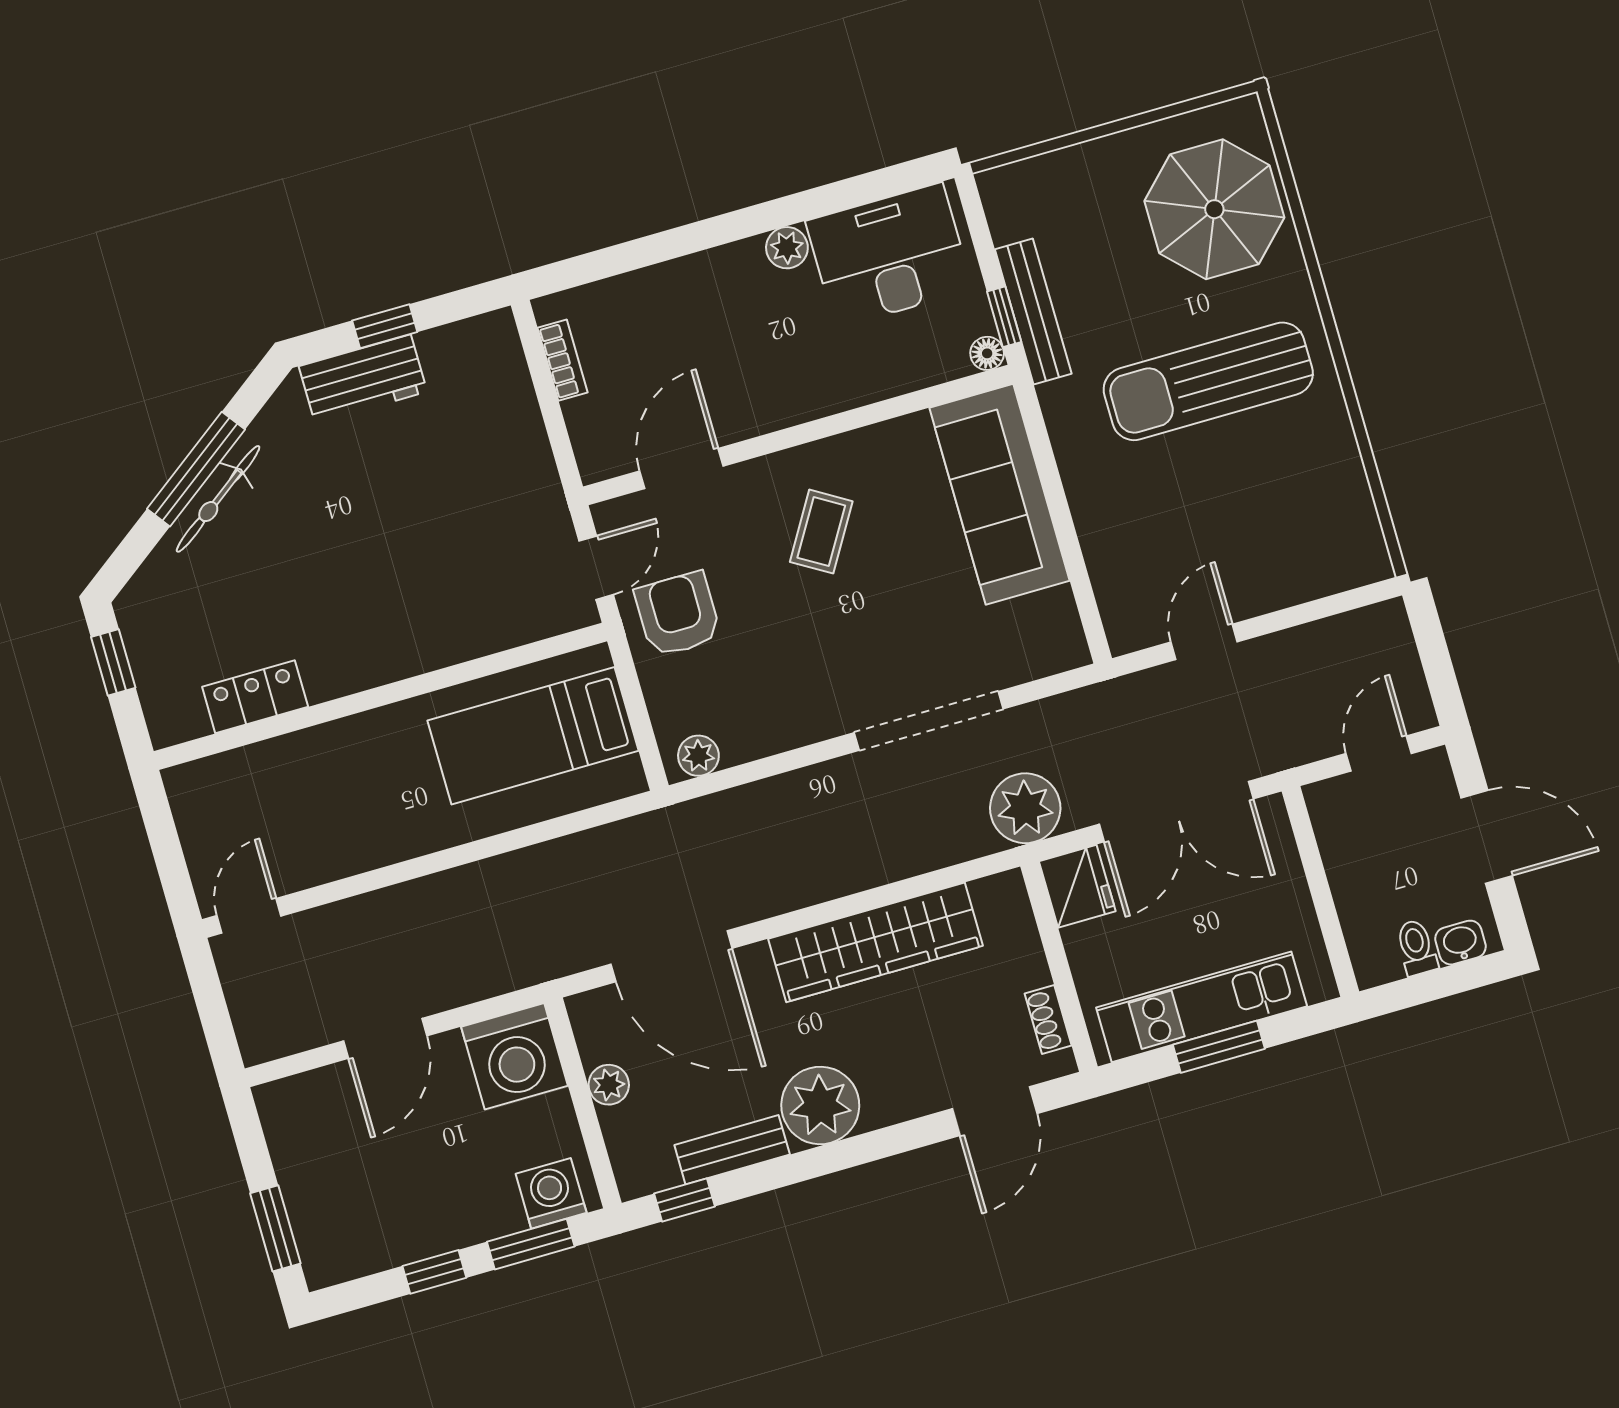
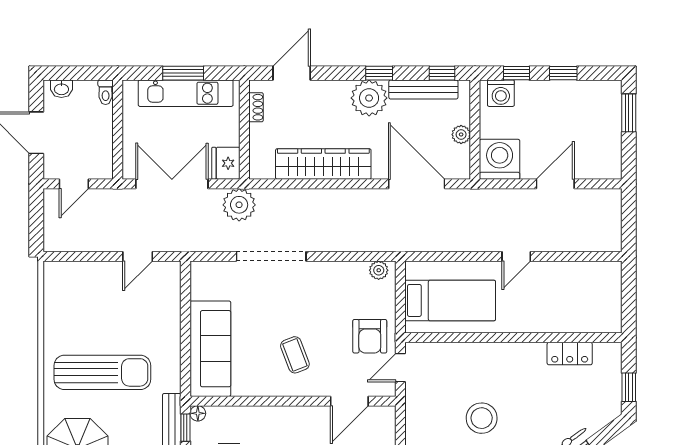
stool: (399, 511) -> (482, 418), added
coffee table: (821, 532) -> (295, 355), turned -52
door: (249, 916) -> (516, 256), moved
toilet: (1416, 947) -> (106, 92), moved
bench: (732, 1150) -> (423, 90), width x1.36
window: (814, 1163) -> (379, 73), added
window: (531, 1244) -> (517, 73), width x0.67

